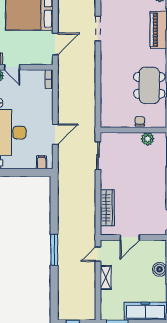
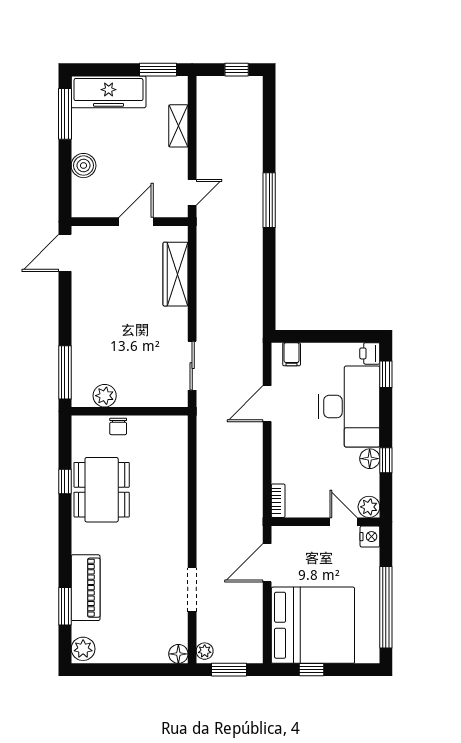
shelving: (106, 277) -> (178, 126), moved

